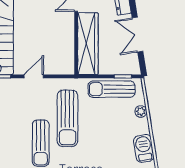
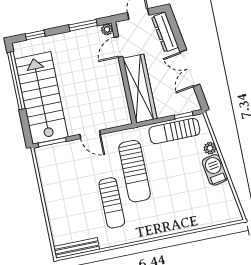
door: (34, 76) -> (90, 134), swing flipped
barbecue: (144, 148) -> (215, 170), moved

